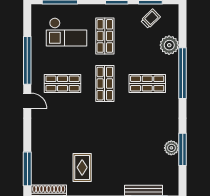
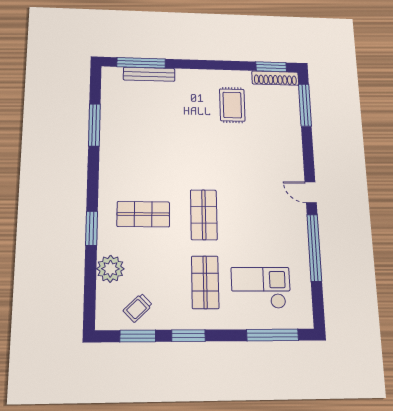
window: (183, 73) -> (92, 228), width x0.47
shop shelf: (63, 84) -> (263, 215), removed
plant: (171, 148) -> (110, 127), removed

